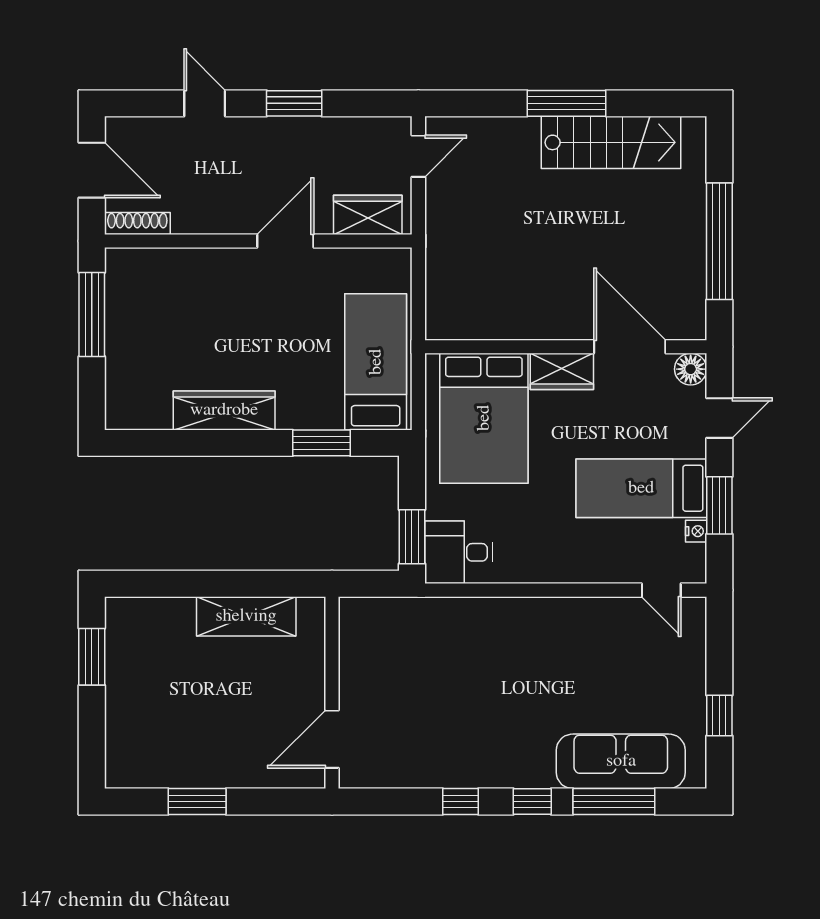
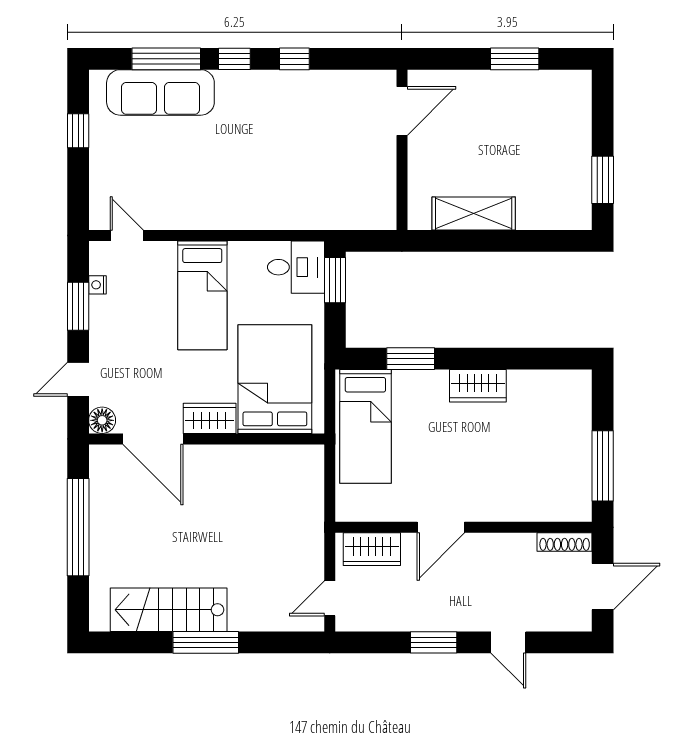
door: (92, 170) -> (603, 587), swing flipped
wardrobe: (224, 410) -> (478, 386), width x0.67
bed: (641, 488) -> (202, 295), moved, turned 90

